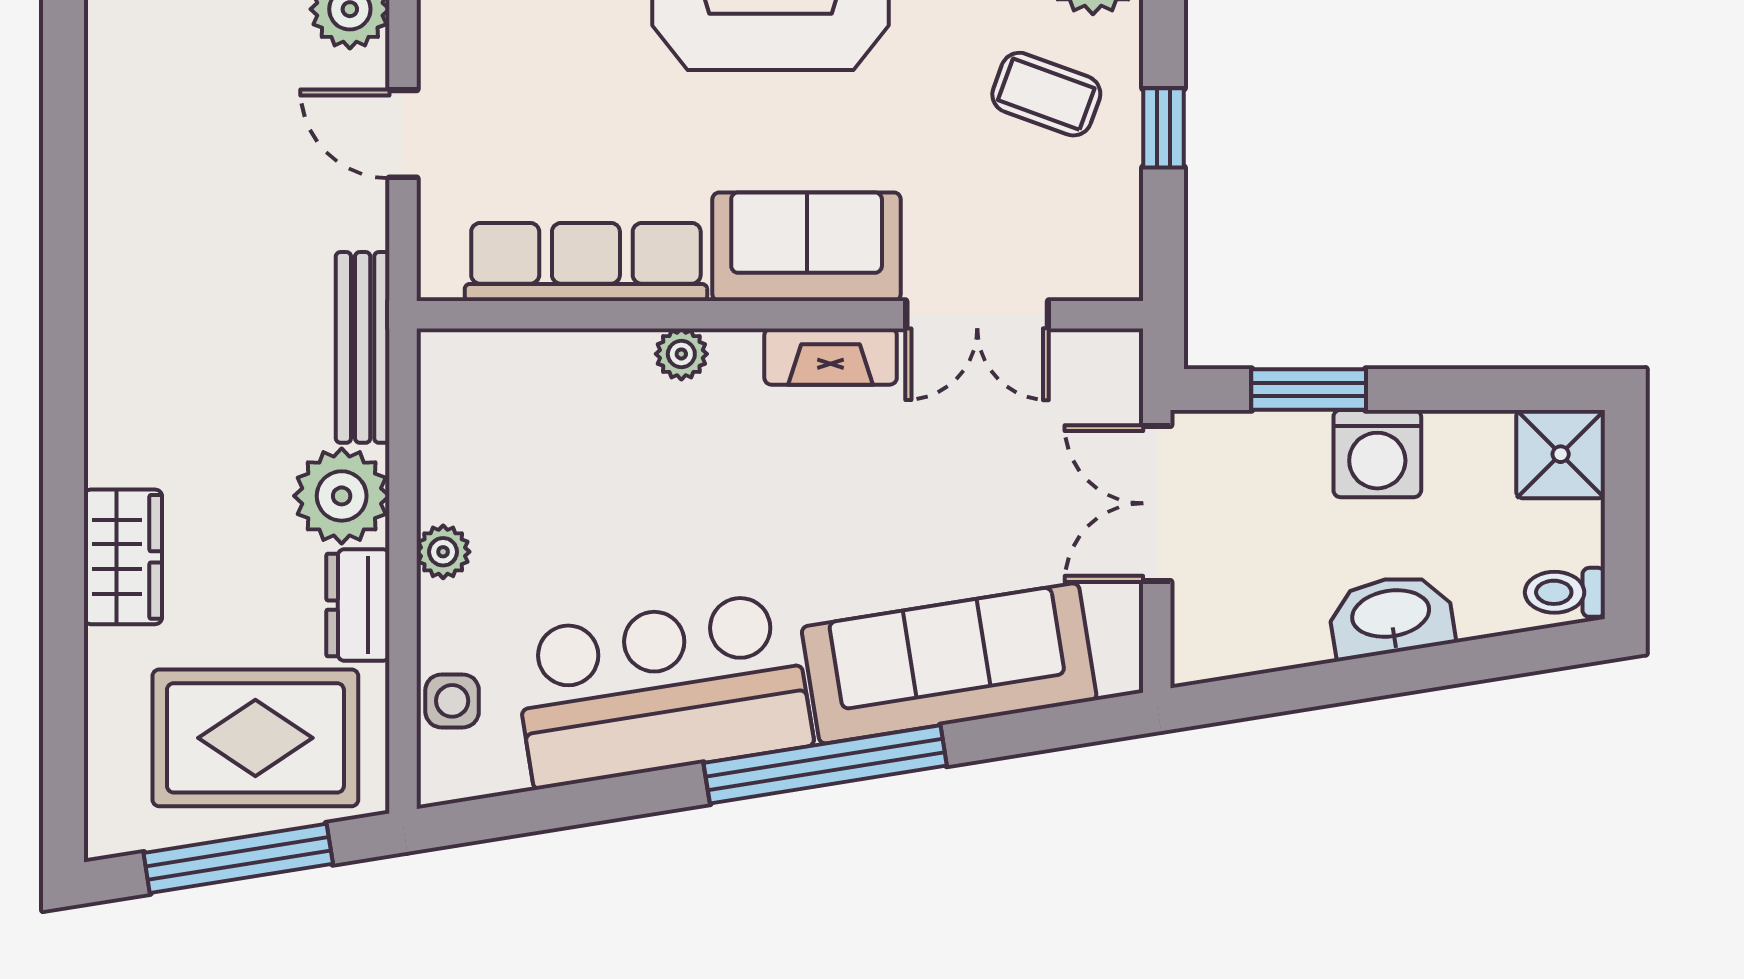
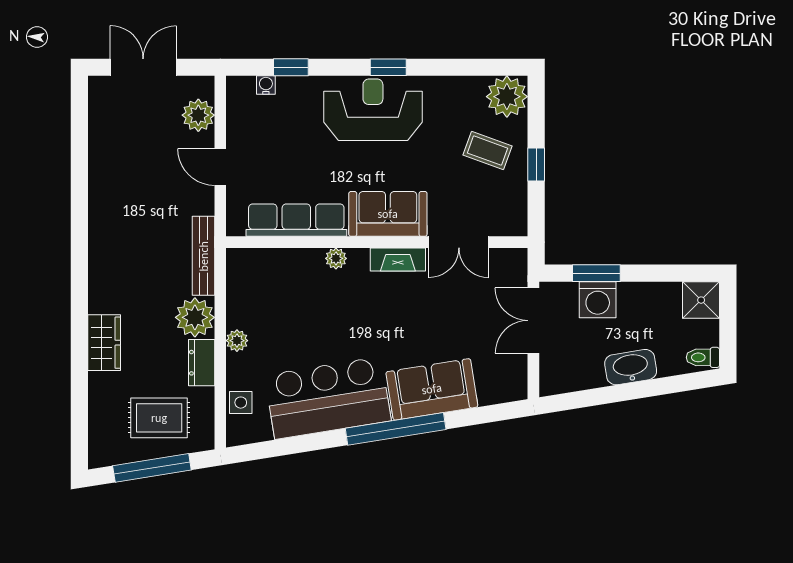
washing machine: (1377, 454) -> (598, 300), moved
sofa: (949, 663) -> (432, 389), width x0.73
rug: (255, 738) -> (159, 418), width x0.73, depth x0.70

